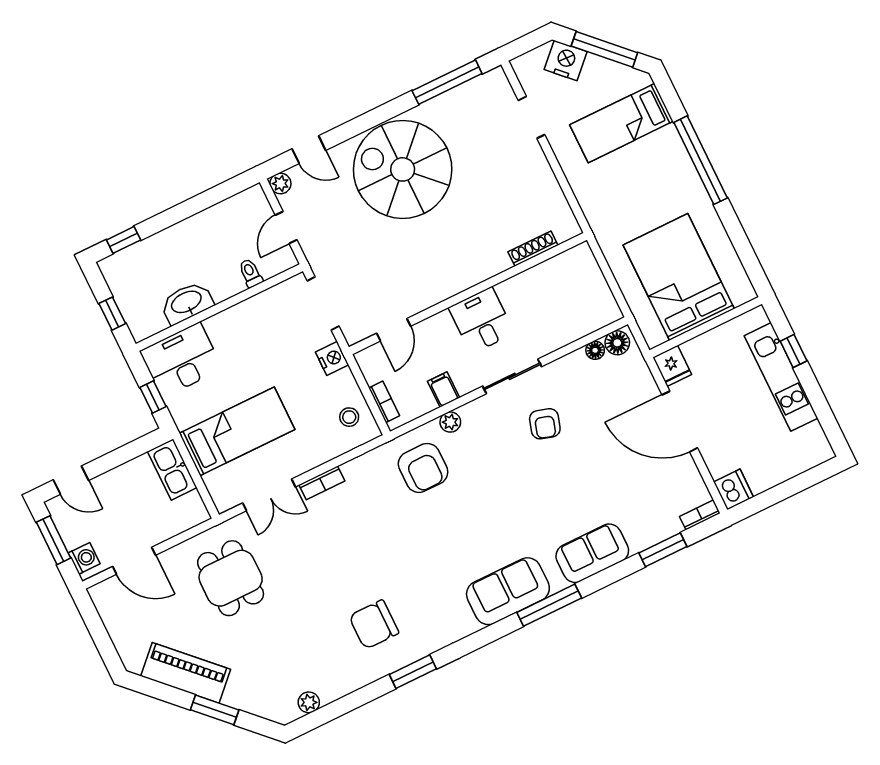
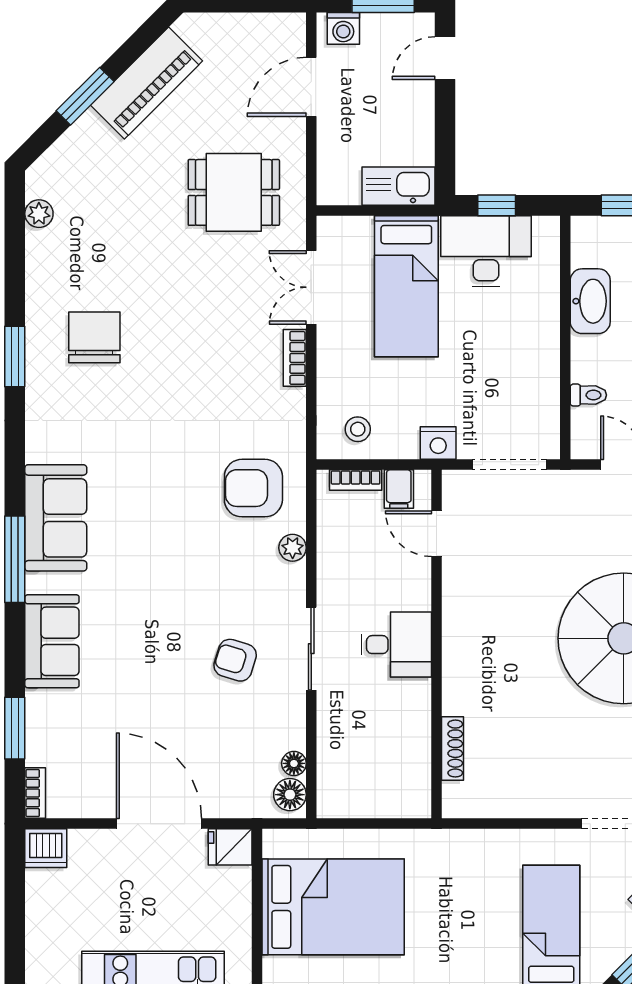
desk: (181, 360) -> (486, 251), moved, turned -90
filing cabinet: (444, 389) -> (399, 489), moved, turned 90
door: (680, 421) -> (159, 824), hinge flipped

